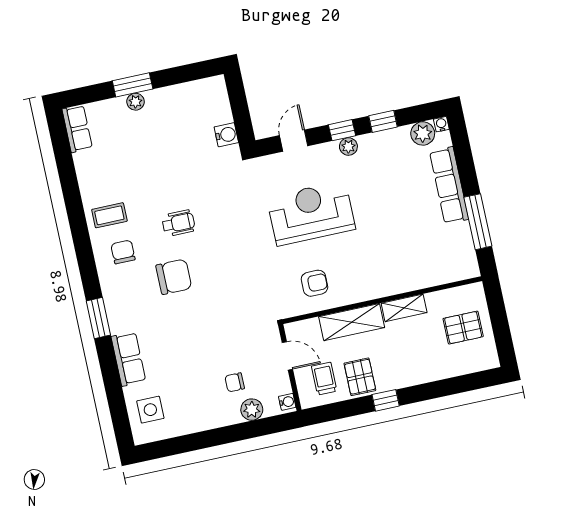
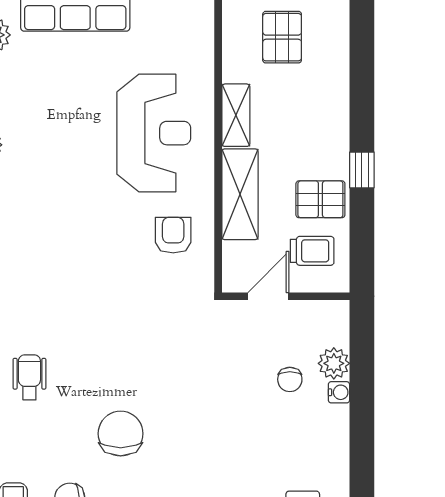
reception desk: (311, 213) -> (154, 133), moved, turned 180
wheelchair: (178, 223) -> (29, 377), moved
trolley: (324, 379) -> (312, 251), turned 180
water cooler: (287, 402) -> (339, 392), moved, turned 90

